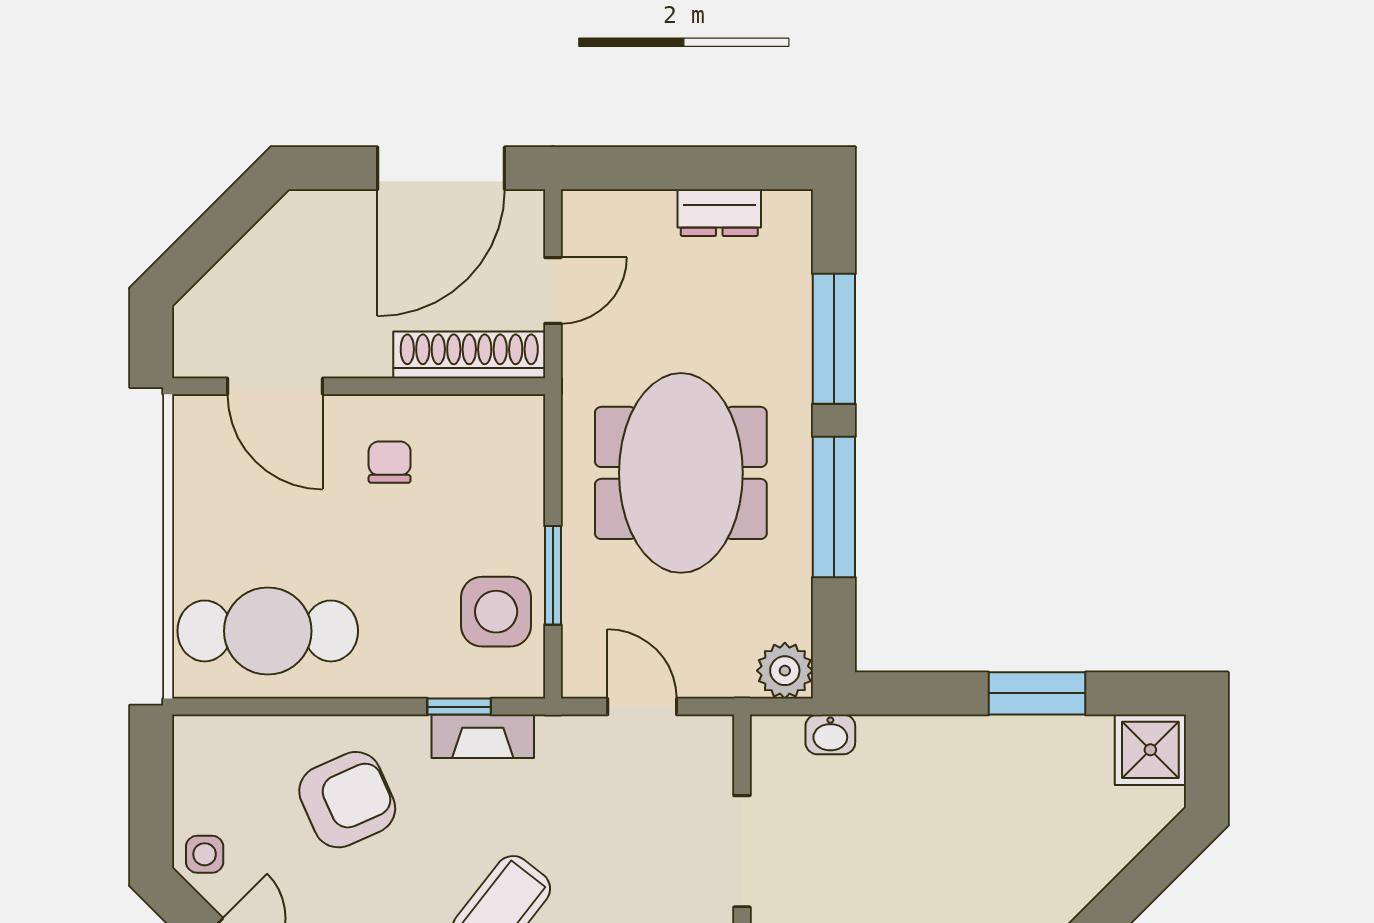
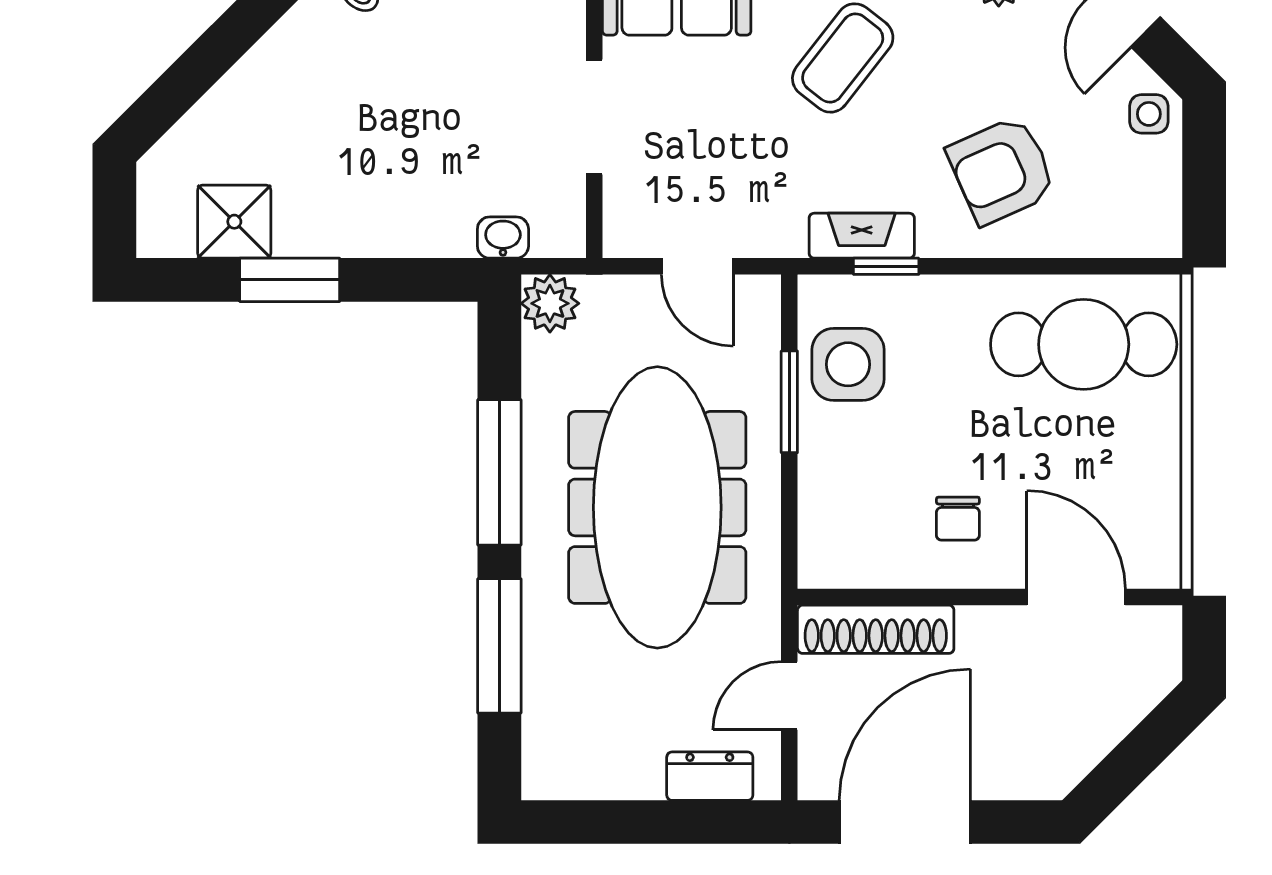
dresser: (719, 213) -> (710, 776), moved
meeting table: (681, 473) -> (657, 507), width x1.36
shower: (1150, 750) -> (234, 222), moved

